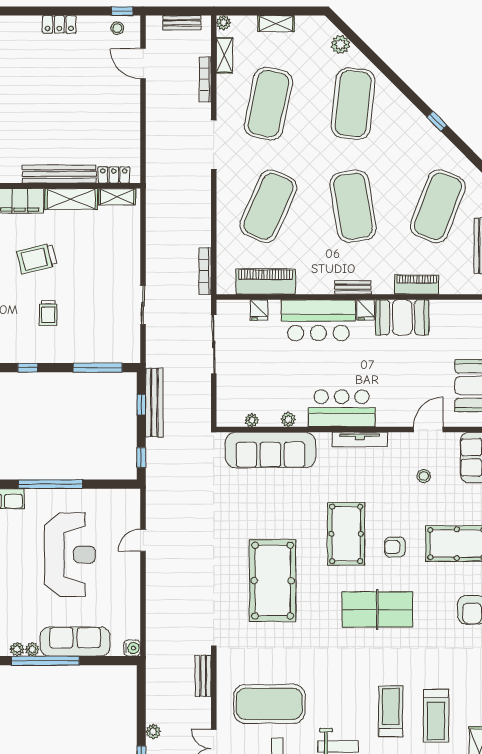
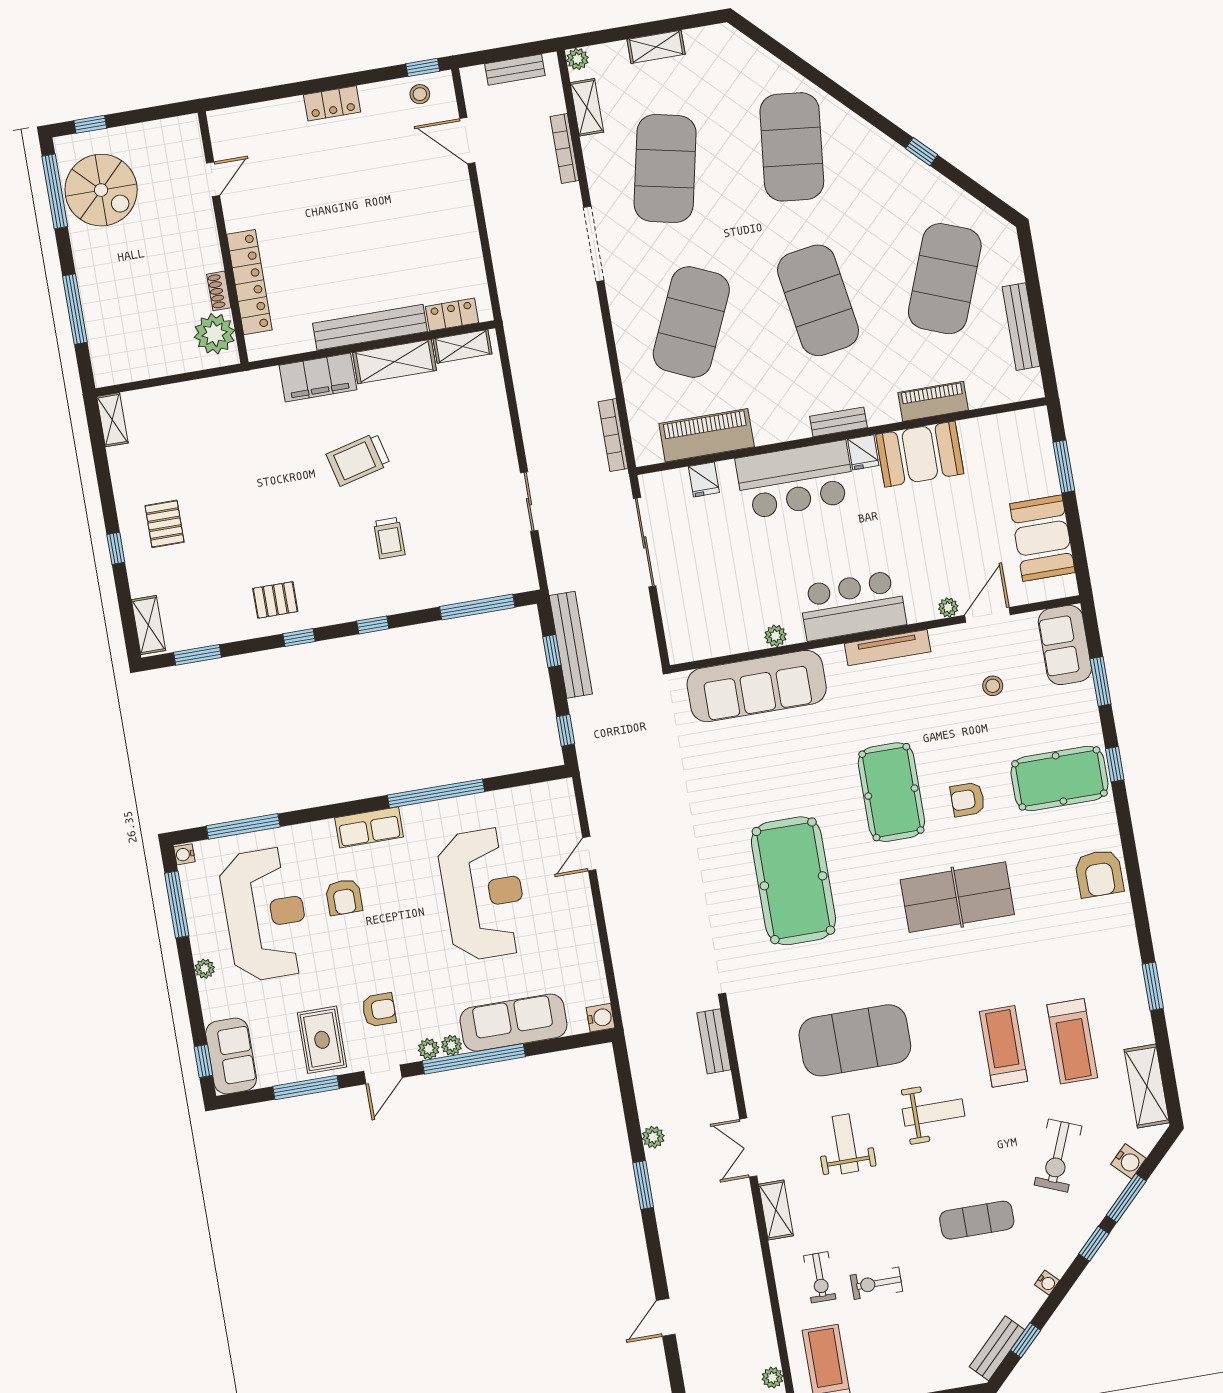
plant: (340, 45) -> (758, 62), removed
plant: (252, 420) -> (948, 607), moved
exercise mat: (269, 704) -> (855, 1040), moved

